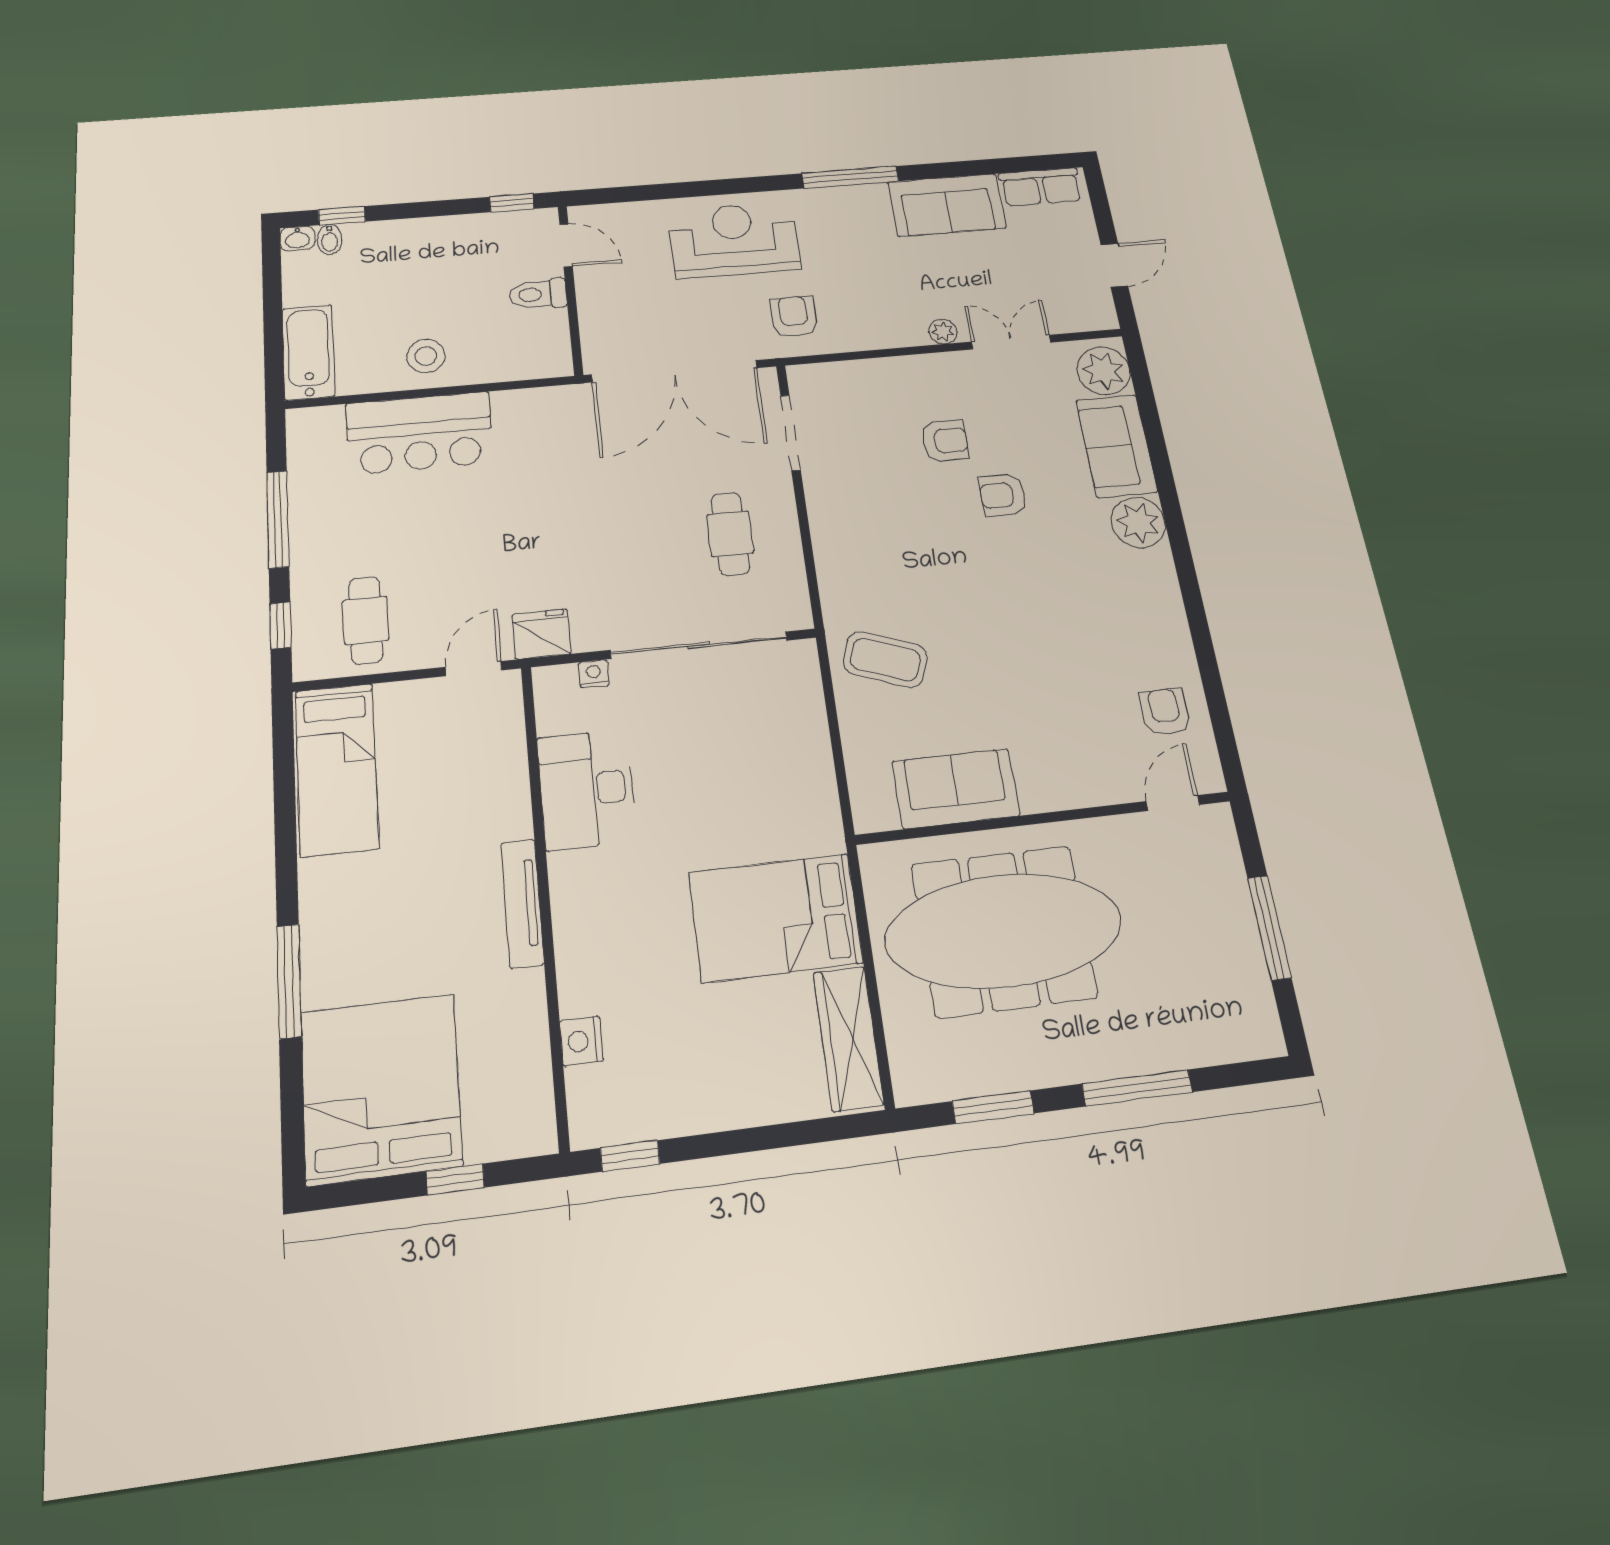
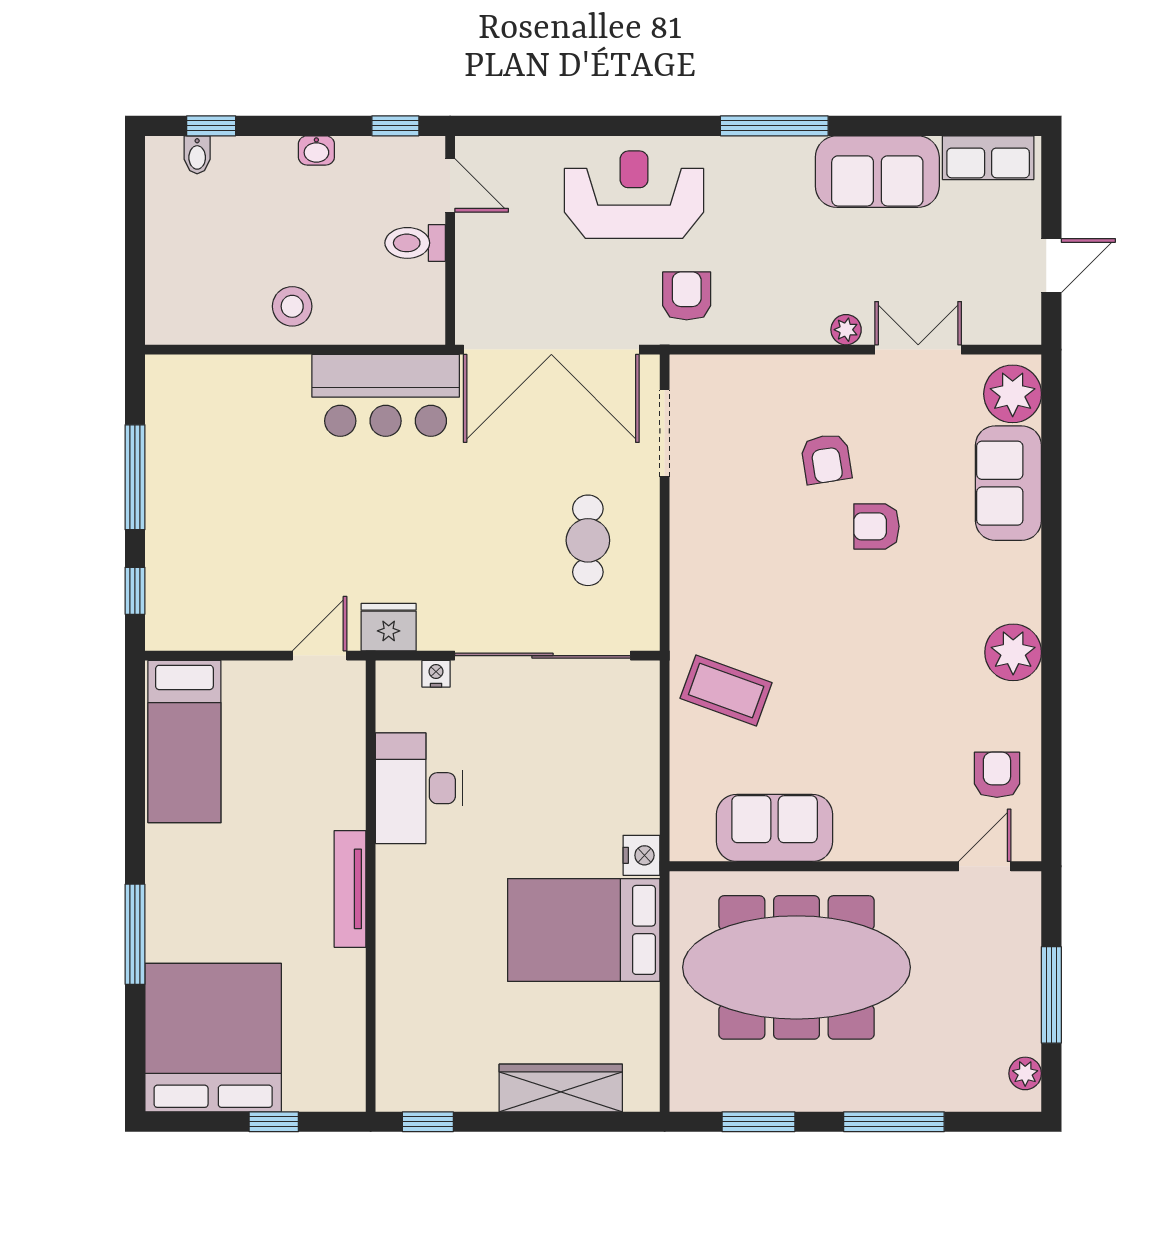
washbasin: (297, 239) -> (316, 150), moved
bathtub: (308, 352) -> (171, 290), removed
bar counter: (420, 433) -> (386, 395), moved
armchair: (945, 441) -> (826, 459), turned 81
plant: (1138, 523) -> (1013, 652), moved
cafe table: (366, 620) -> (218, 594), removed
plant: (1262, 1016) -> (1025, 1073), added
wardrobe: (848, 1038) -> (561, 1088), moved, turned 90
nightstand: (582, 1041) -> (642, 855), moved, turned 180

